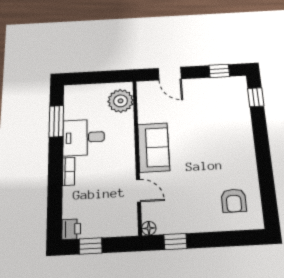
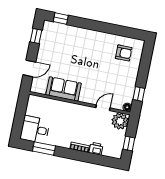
plant: (121, 101) -> (120, 121), moved
desk: (84, 137) -> (35, 130), moved, turned 90
sofa: (154, 147) -> (64, 89), moved
printer: (71, 229) -> (96, 149), moved

